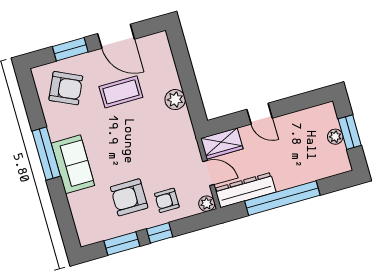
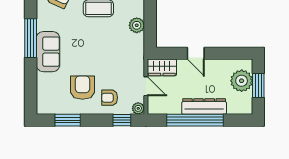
plant: (335, 137) -> (242, 81), width x1.87, depth x1.87
dresser: (245, 190) -> (204, 106), moved
armchair: (129, 197) -> (82, 88), turned 90
window: (160, 233) -> (122, 120), moved

